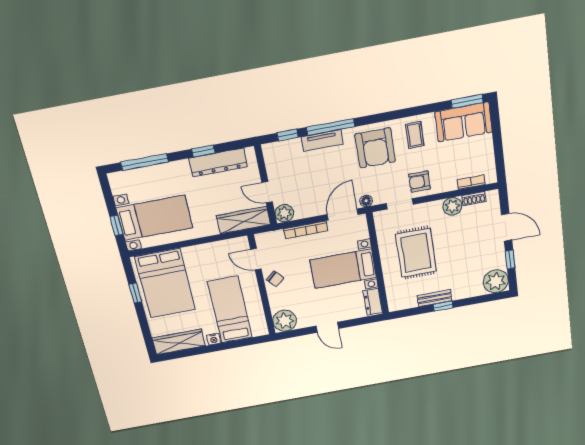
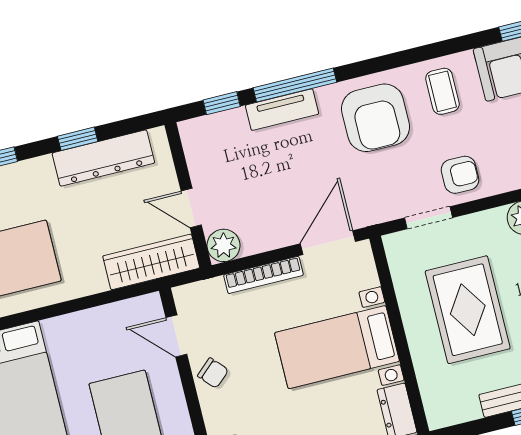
armchair: (420, 182) -> (460, 175), turned 180
floor lamp: (366, 201) -> (368, 215), removed

